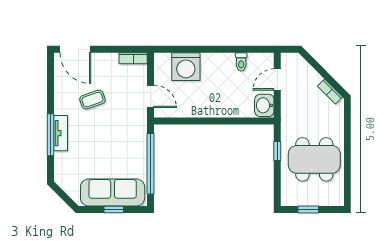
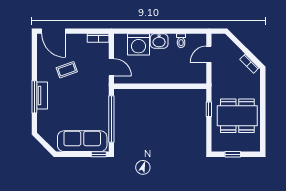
washbasin: (264, 105) -> (159, 41), moved, turned -90
window: (114, 209) -> (99, 154), moved

